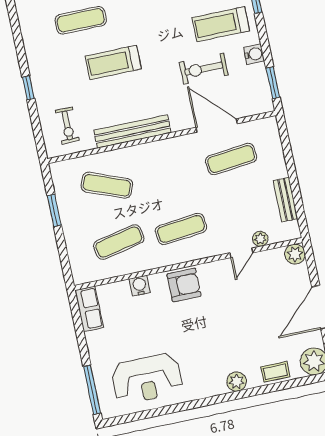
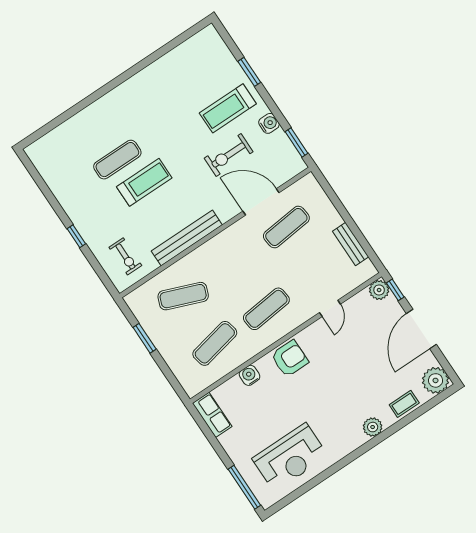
exercise mat: (81, 20) -> (117, 160), moved
treadmill: (113, 63) -> (144, 182), turned 180
plant: (260, 239) -> (342, 289), removed
window: (310, 260) -> (395, 290), added

